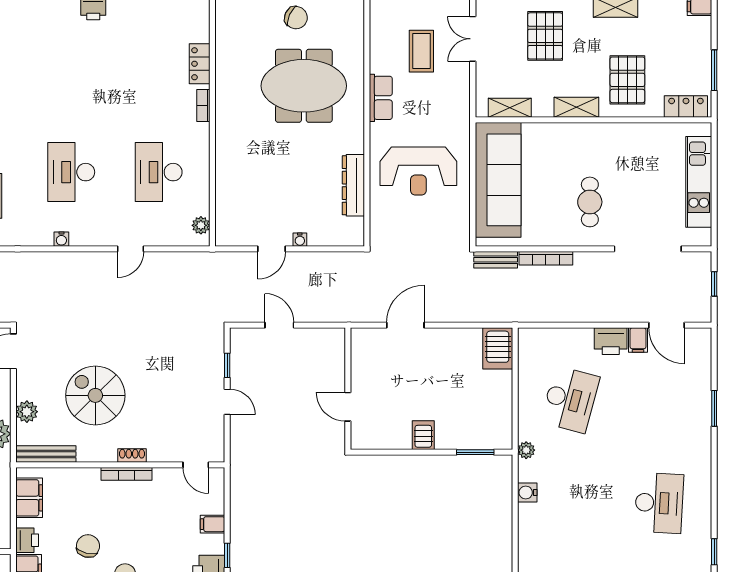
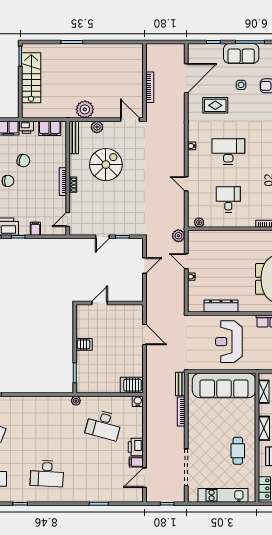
desk: (159, 172) -> (228, 199), width x0.73
cafe table: (590, 202) -> (238, 451), moved, turned 90
plant: (225, 263) -> (178, 236), added
water cooler: (527, 492) -> (138, 401), moved

